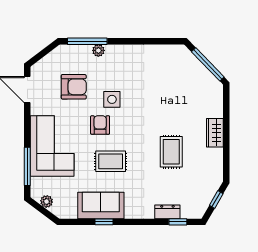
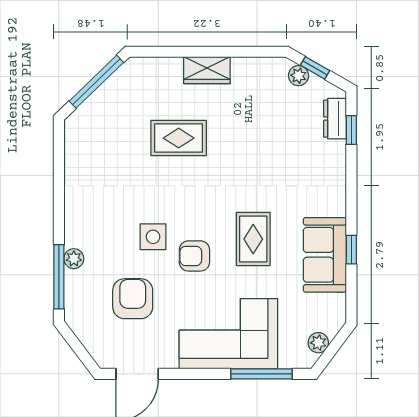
rug: (171, 152) -> (179, 138), moved
plant: (211, 189) -> (298, 76), added
dresser: (167, 212) -> (335, 119), moved

